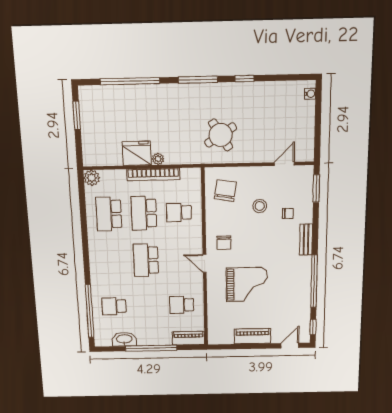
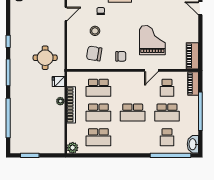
round table: (221, 135) -> (45, 58), turned 32
fridge: (137, 153) -> (58, 81), moved, width x0.53, depth x0.75
door: (284, 164) -> (66, 14), swing flipped
chair: (225, 191) -> (94, 54), moved
school desk: (179, 212) -> (98, 88), width x1.85
door: (205, 263) -> (151, 70), moved
school desk: (148, 306) -> (167, 112), added
piano: (252, 336) -> (192, 56), moved
washbasin: (124, 339) -> (193, 144), moved

